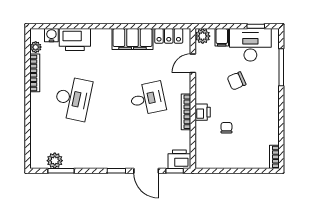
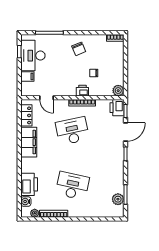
plant: (203, 36) -> (118, 91), moved
chair: (236, 81) -> (79, 49), moved
desk: (148, 99) -> (72, 131), width x1.37

